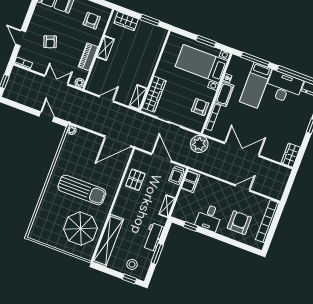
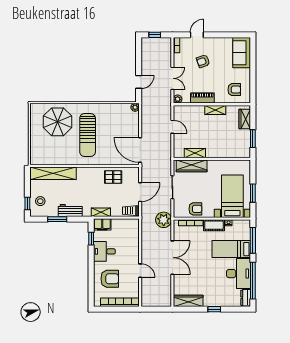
shelving: (138, 97) -> (195, 153), moved
wardrobe: (291, 155) -> (188, 301), width x1.50
filing cabinet: (190, 182) -> (102, 224), moved
parasol: (81, 229) -> (57, 122), moved

